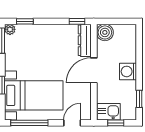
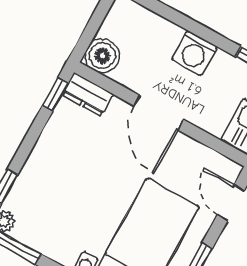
dresser: (85, 40) -> (88, 95), width x0.70

